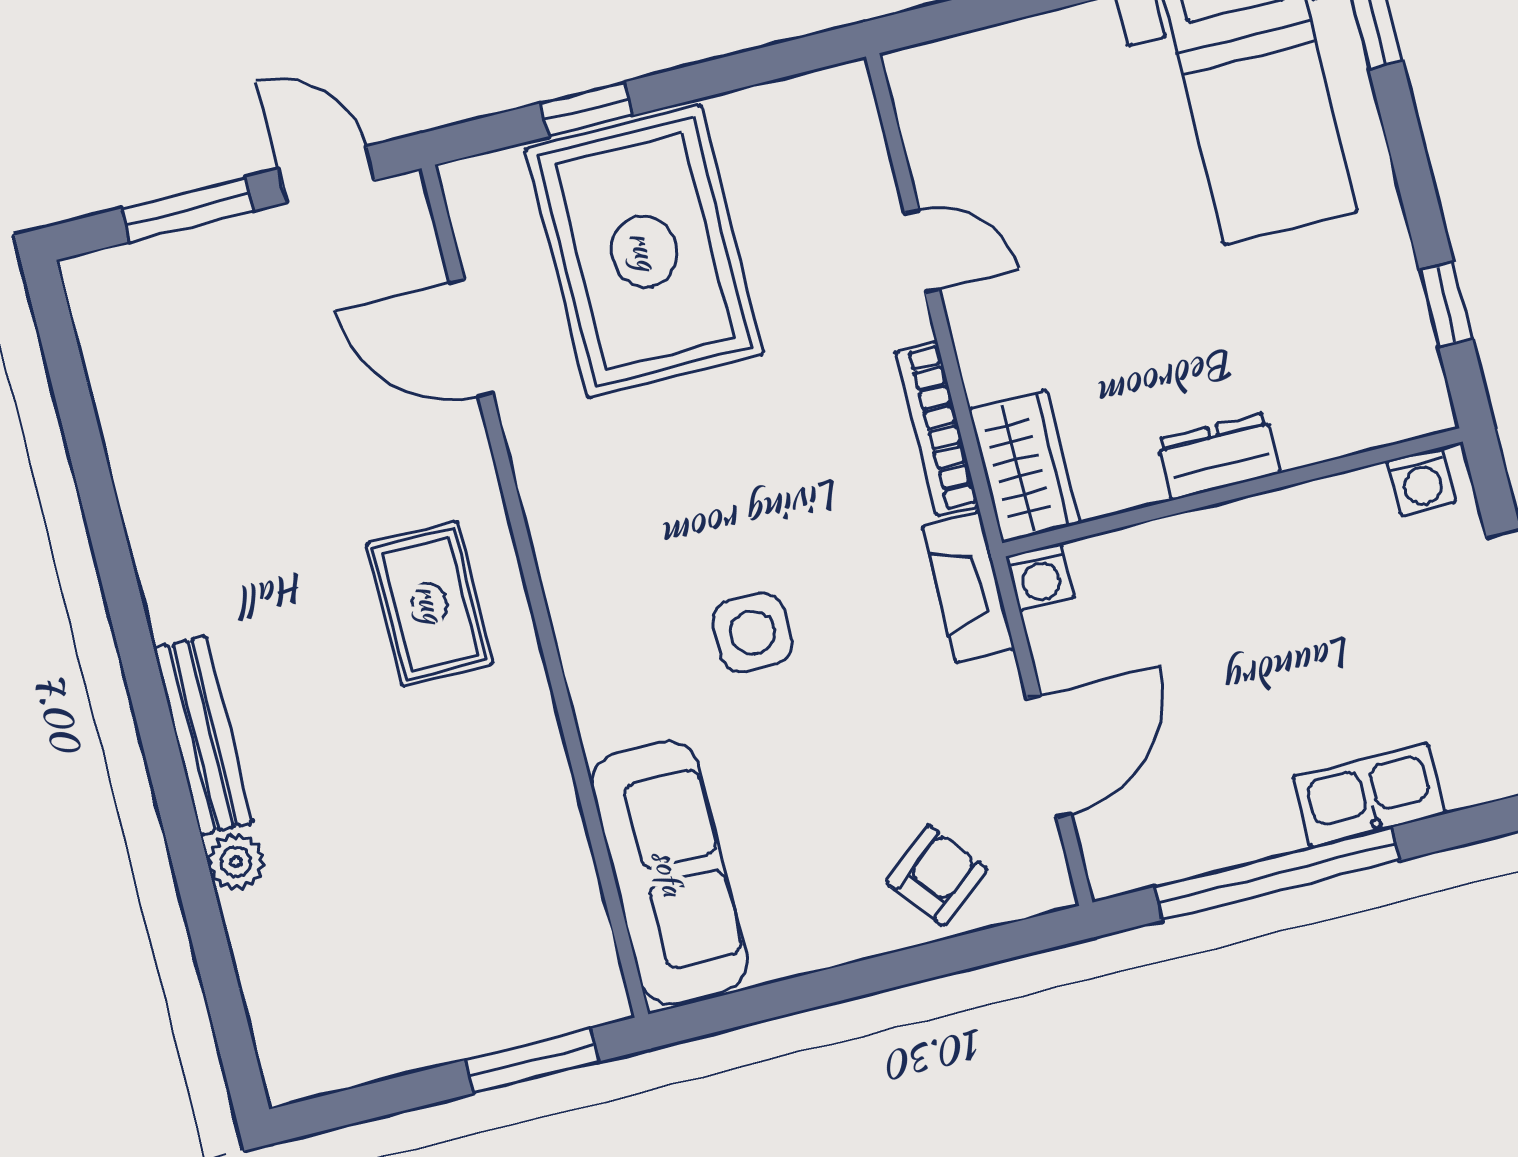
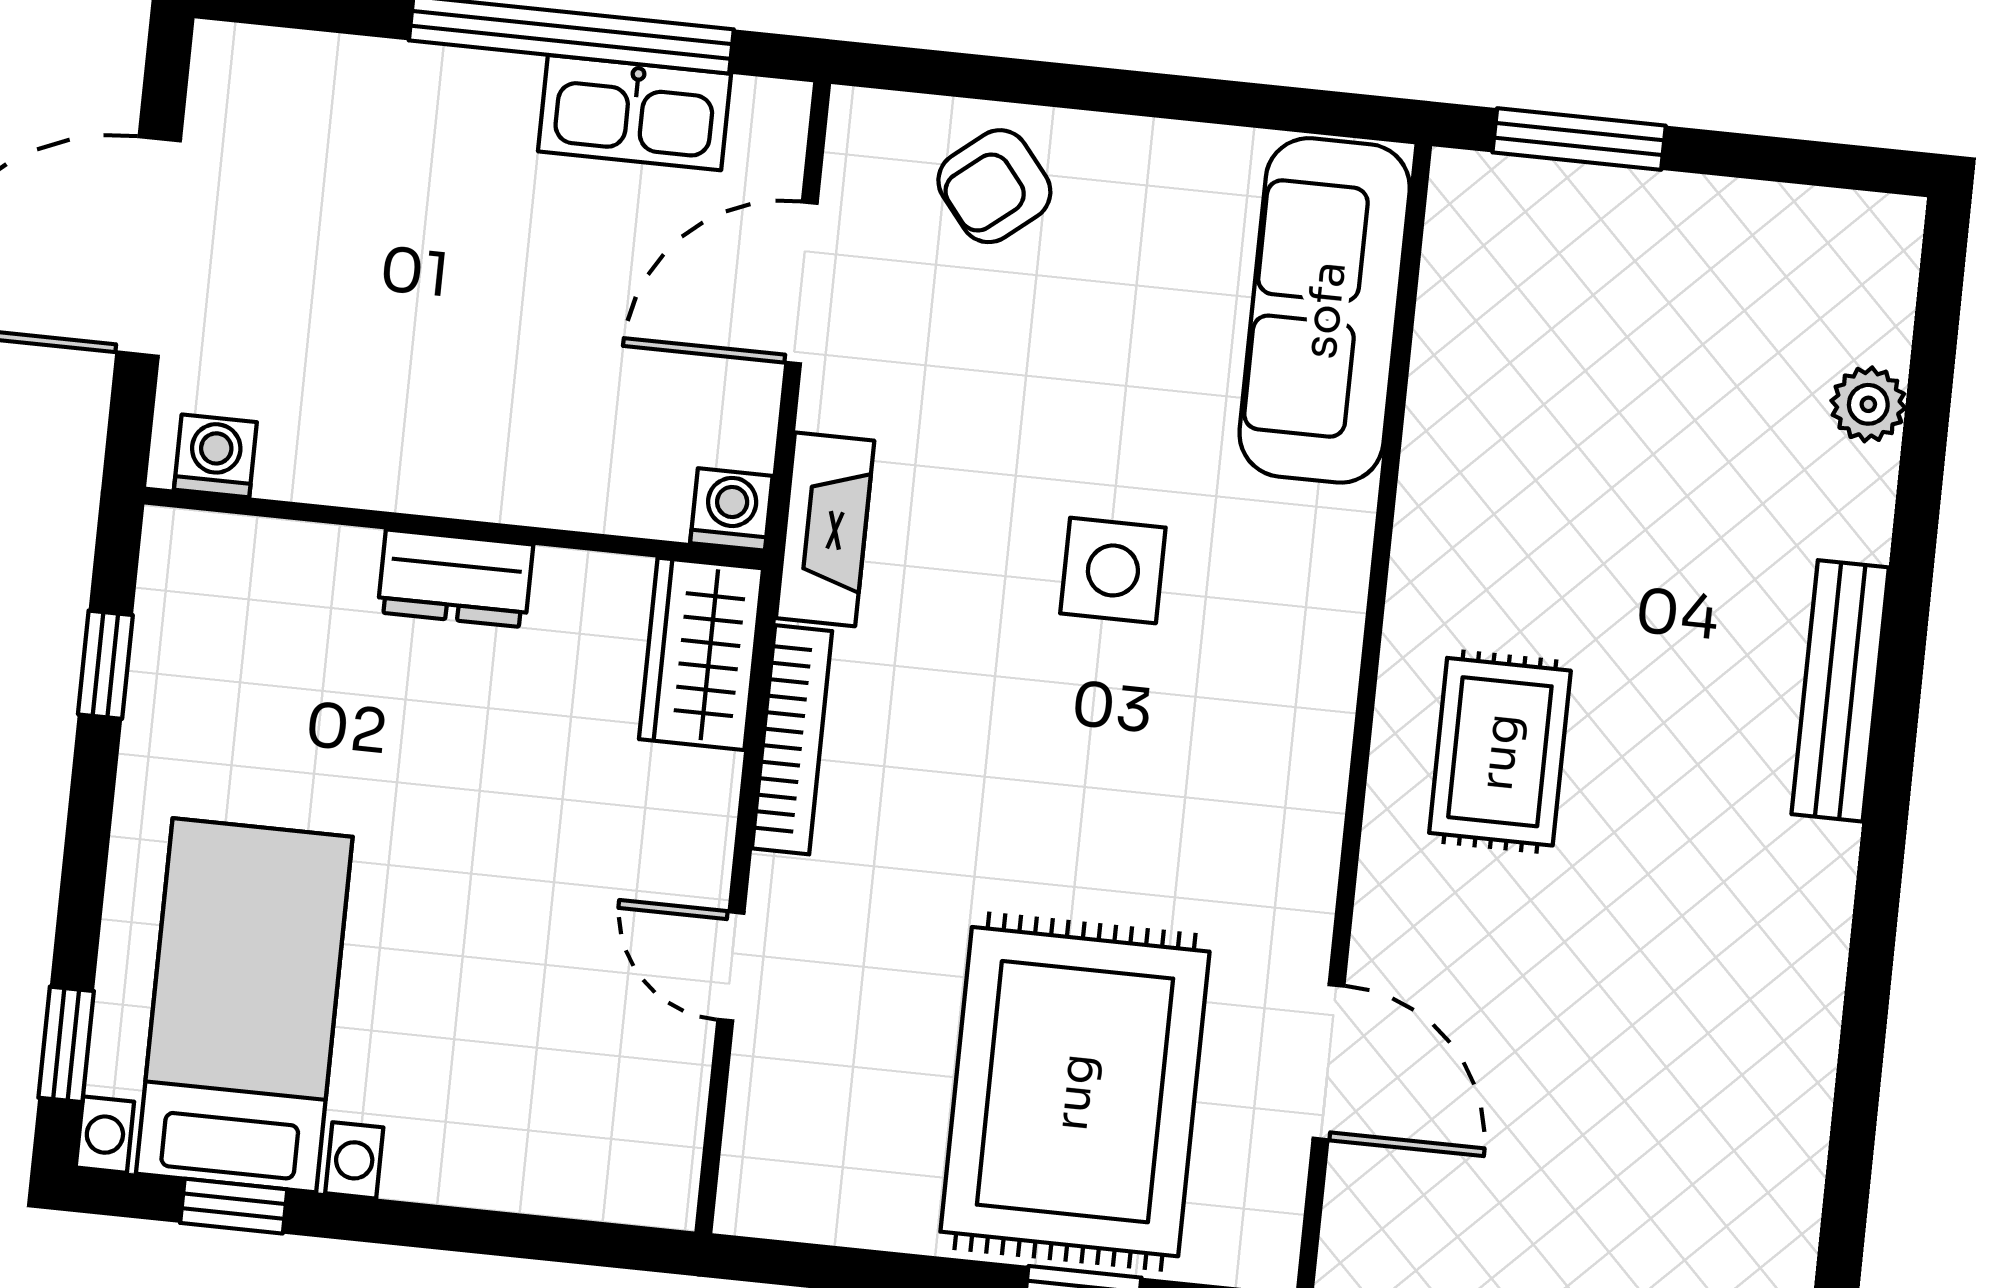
kitchen sink: (1369, 795) -> (635, 113), moved
plant: (236, 862) -> (1868, 404), moved

